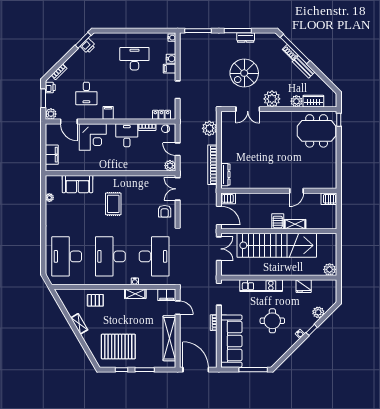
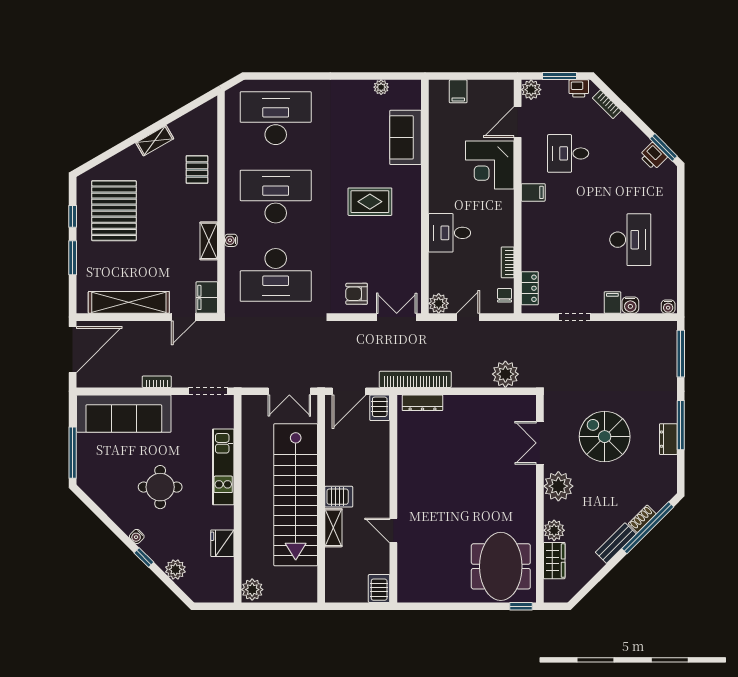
desk: (127, 135) -> (450, 233), moved, turned 180
filing cabinet: (52, 155) -> (458, 91), width x0.50
bookcase: (212, 165) -> (415, 379), moved

